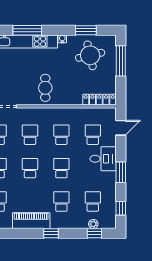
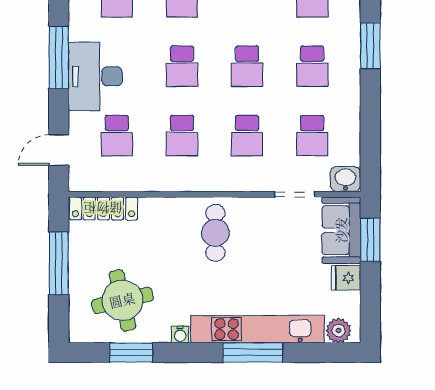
window: (121, 61) -> (59, 263), moved
desk: (103, 159) -> (95, 76), width x1.37
window: (121, 172) -> (59, 57), width x1.44

